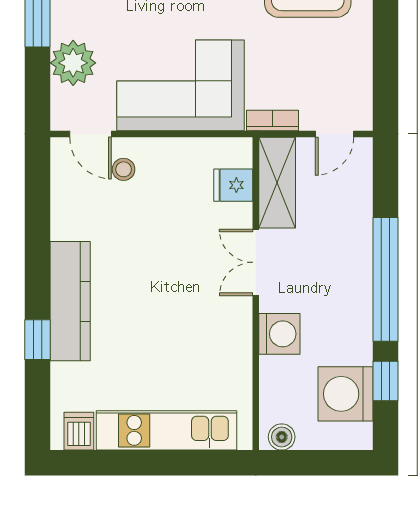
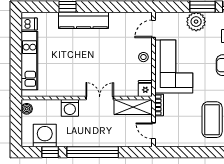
plant: (73, 63) -> (196, 22), moved
stool: (124, 169) -> (143, 57), moved
fridge: (233, 185) -> (145, 89), moved

